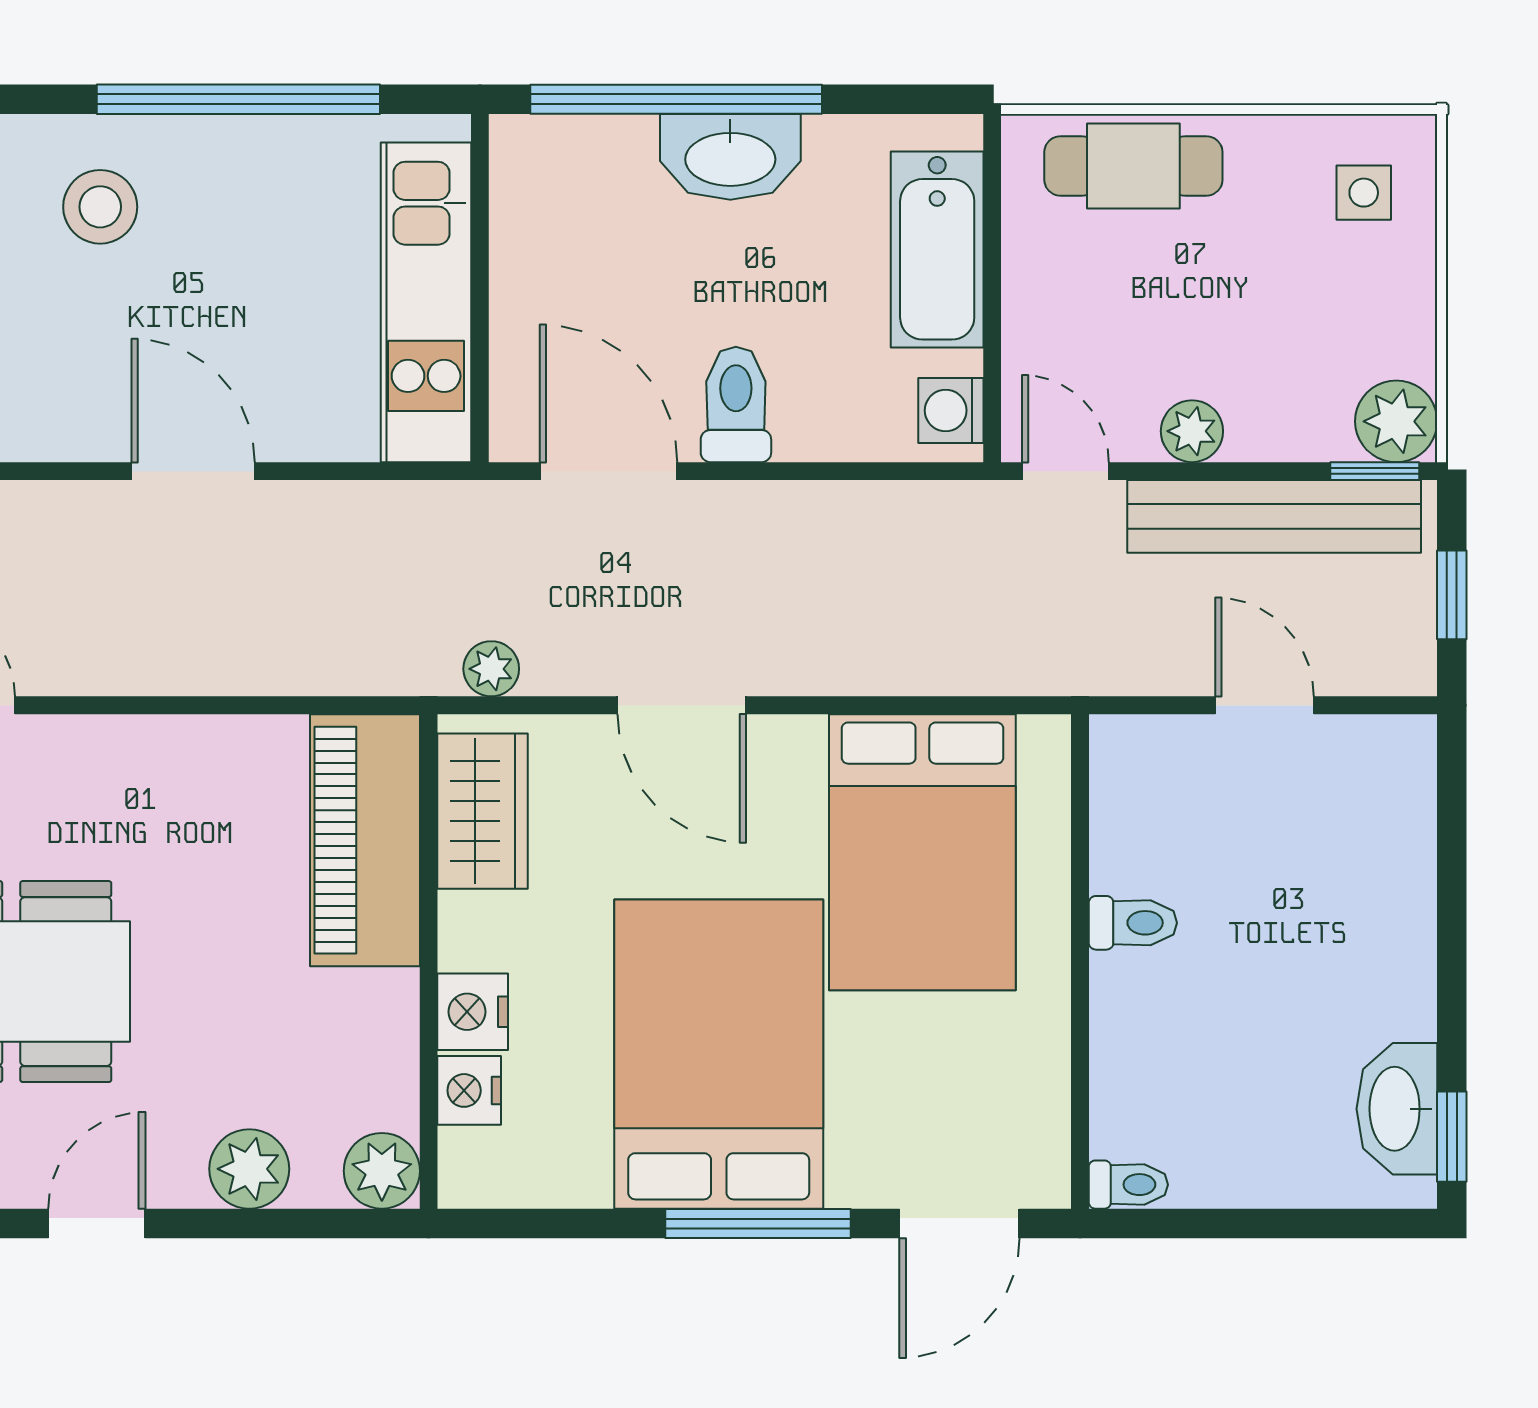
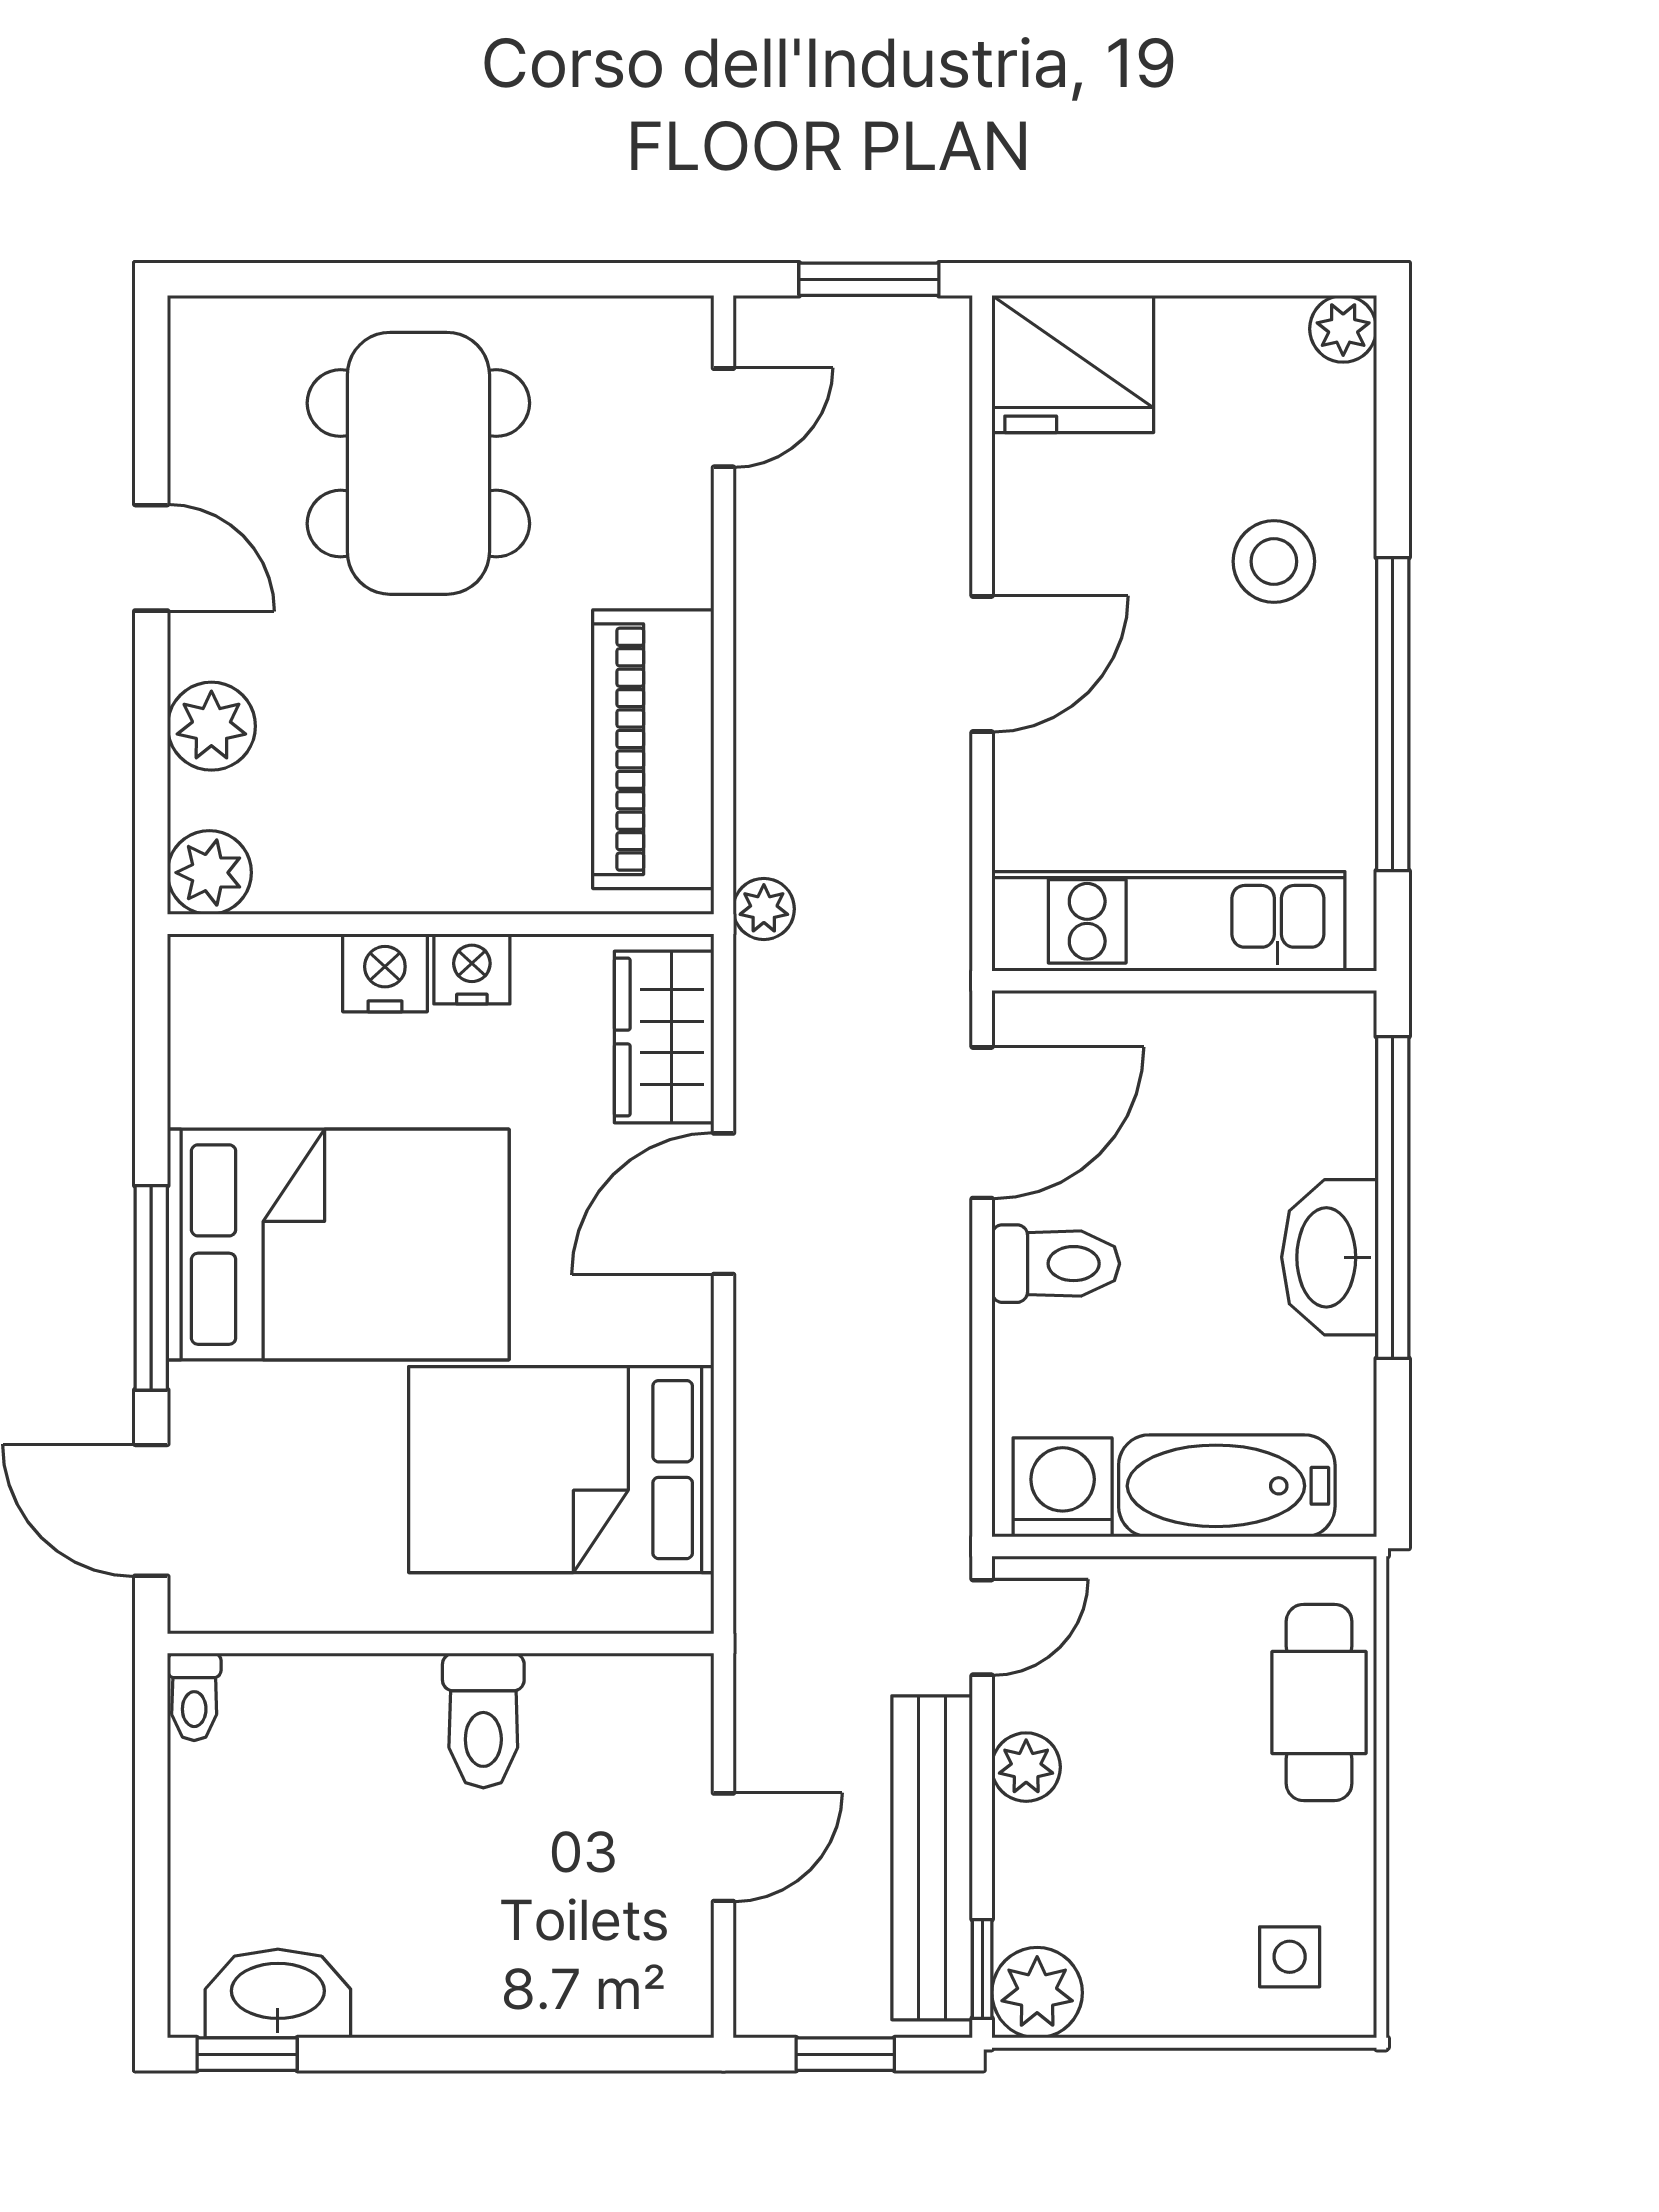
washing machine: (951, 410) -> (1063, 1487), width x1.38, depth x1.38
plant: (491, 669) -> (764, 909), moved
wardrobe: (482, 811) -> (664, 1037), moved, turned 90
piano: (365, 840) -> (653, 749), moved, turned -90
toilet: (1133, 923) -> (483, 1721), width x1.37, depth x1.39
nightstand: (469, 1090) -> (472, 969), moved

